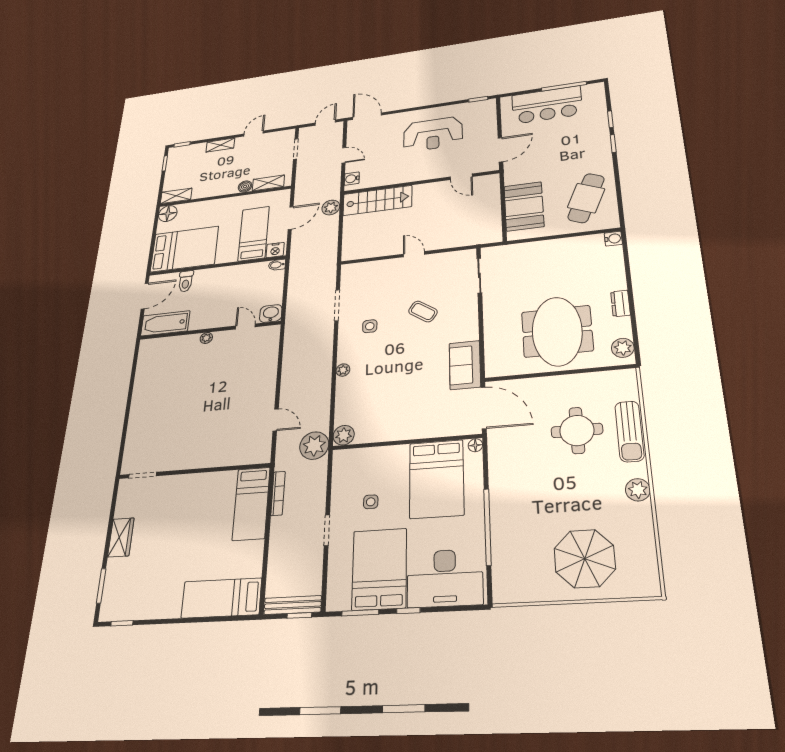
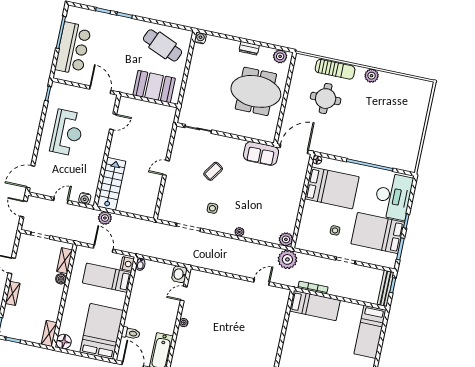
parasol: (585, 559) -> (403, 116), removed

